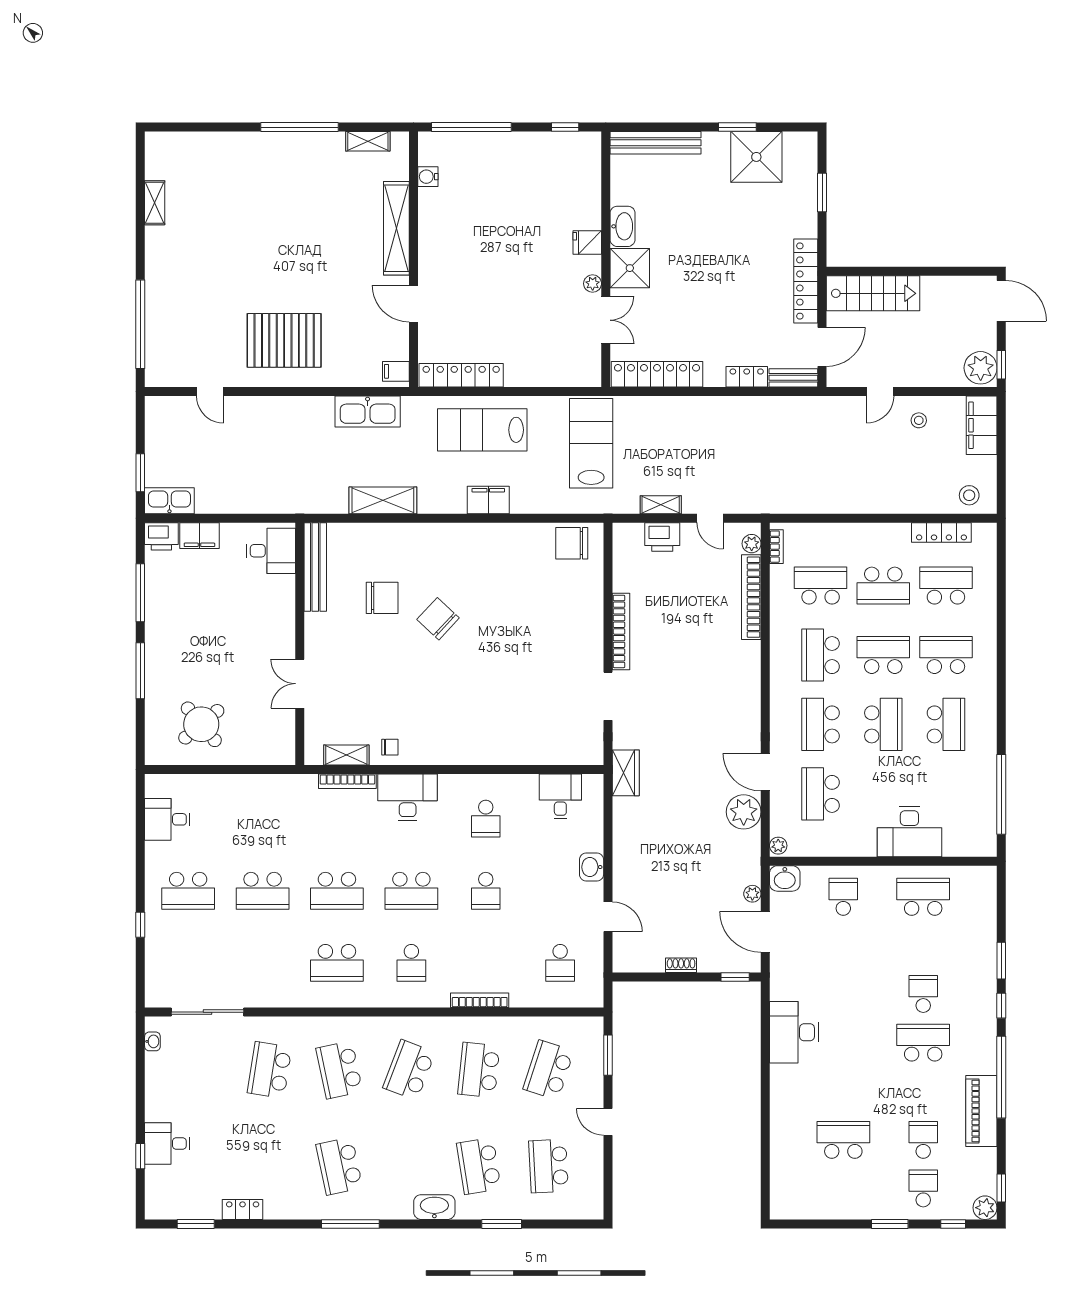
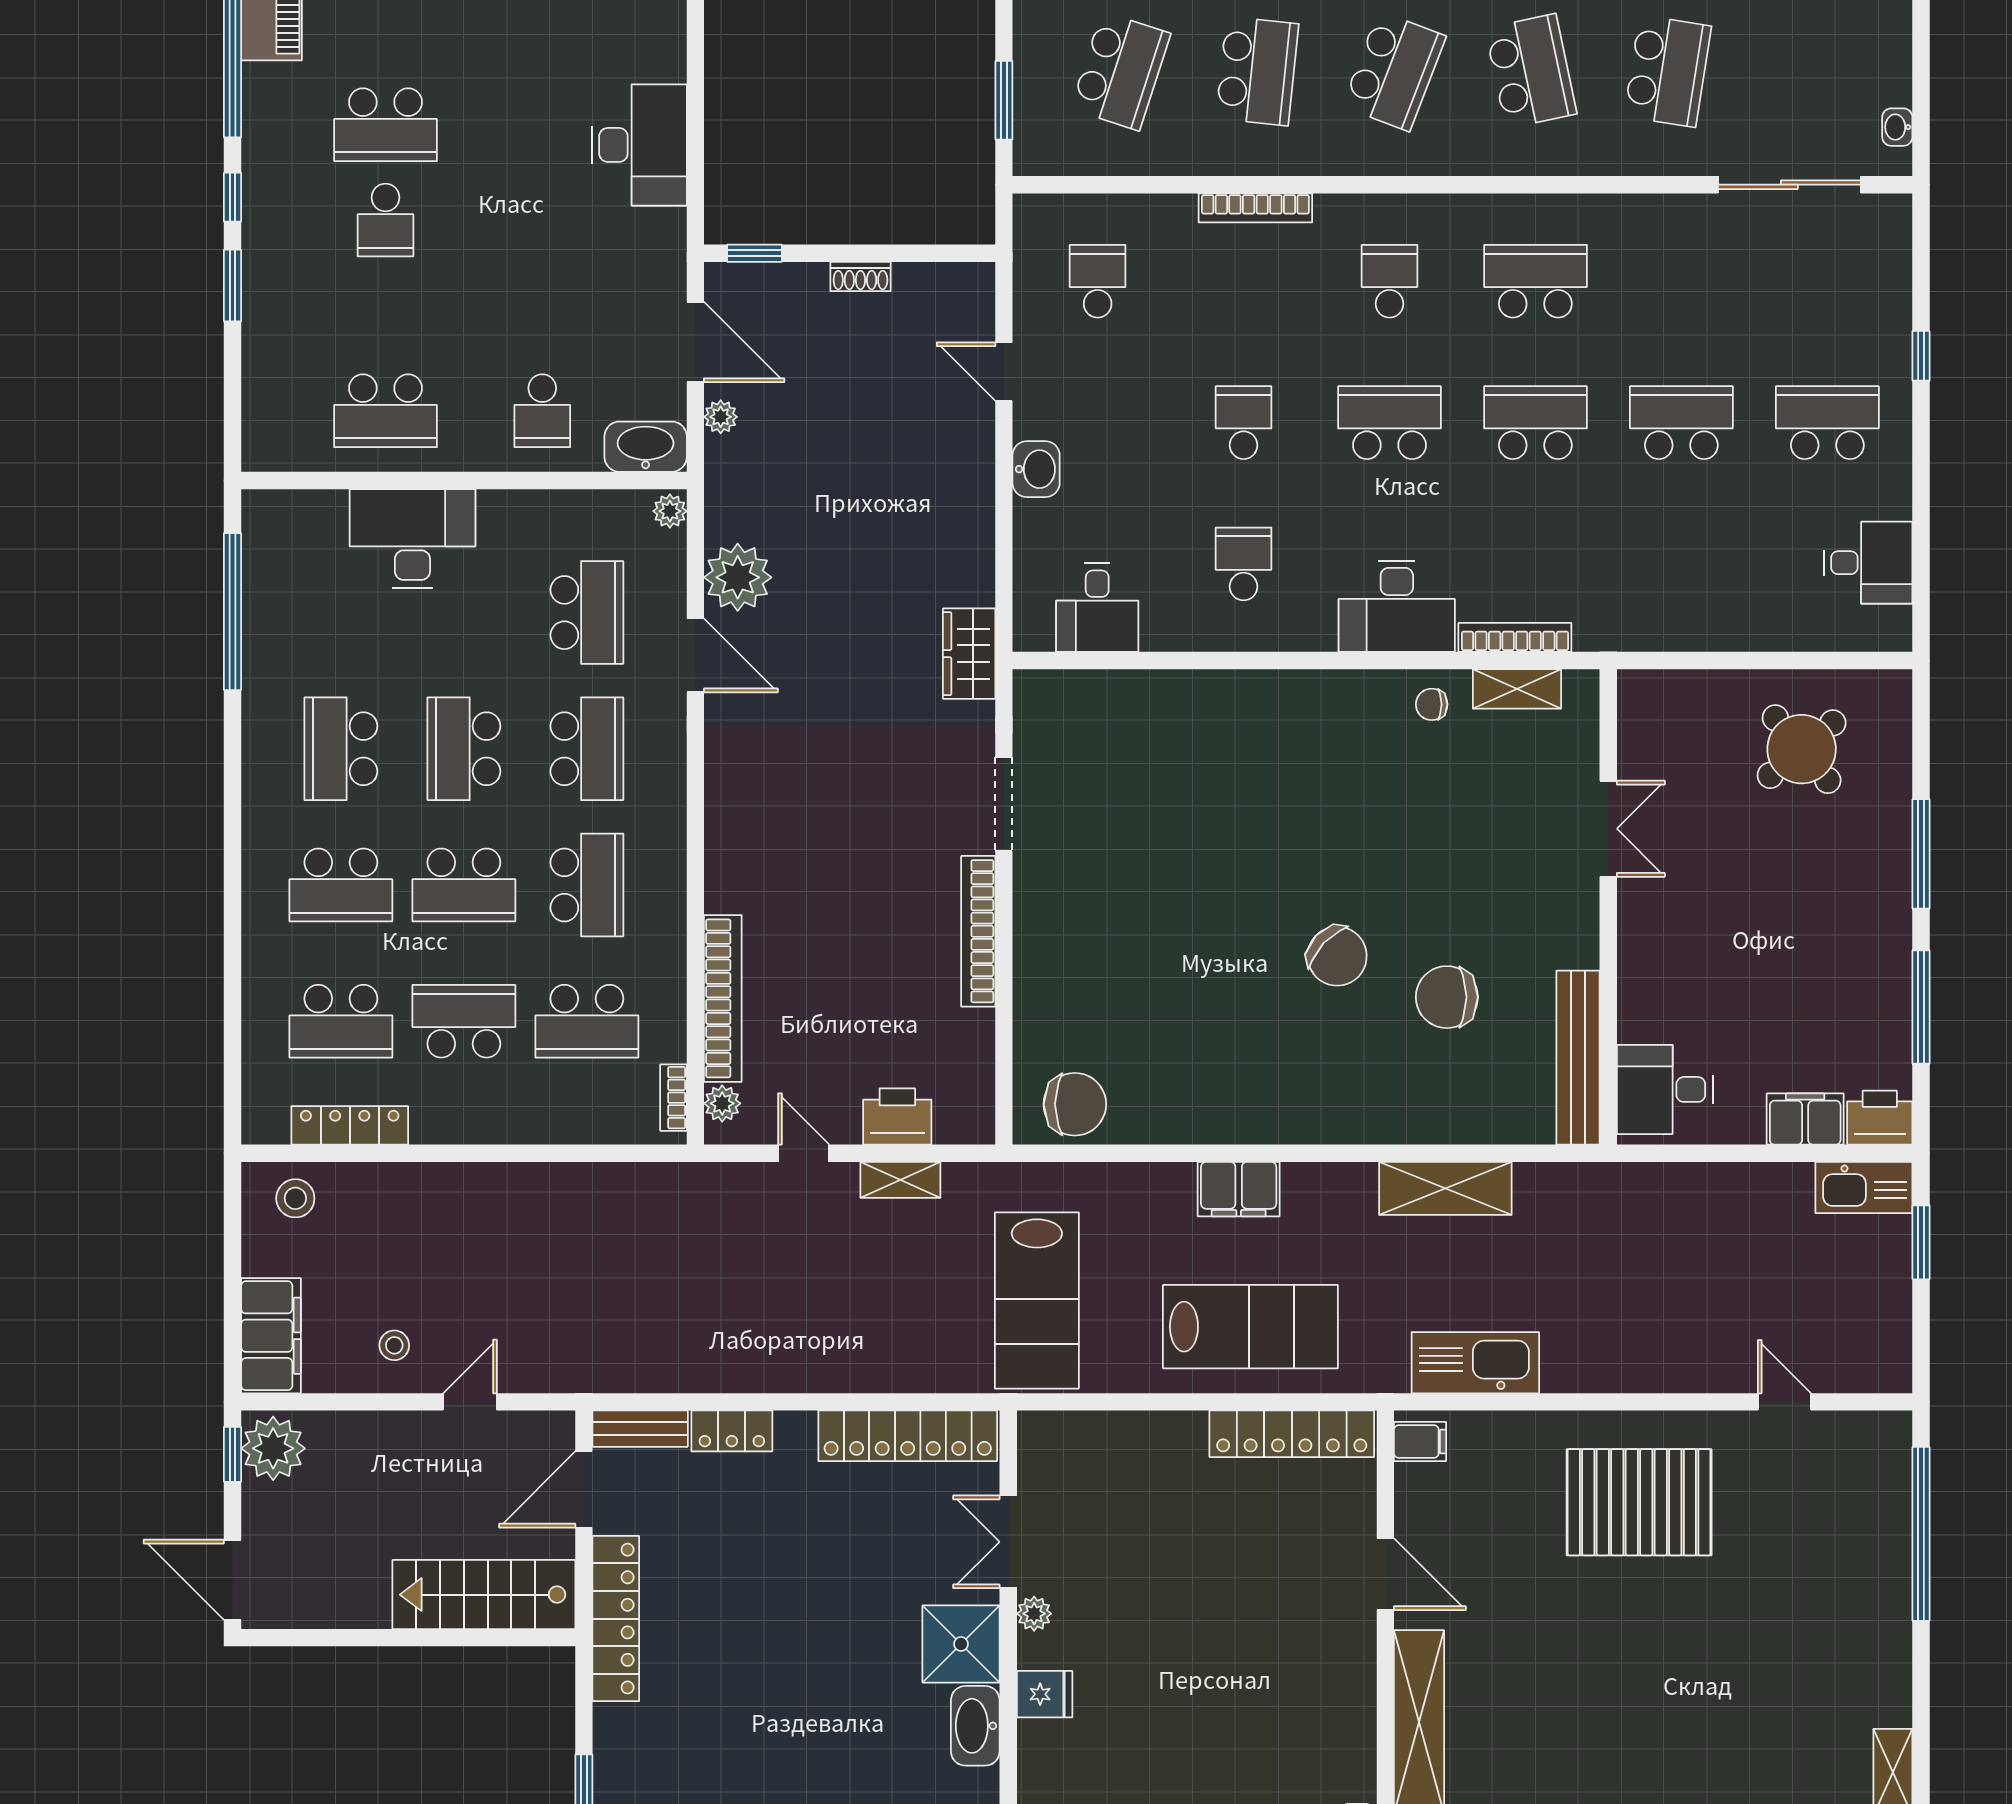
washbasin: (785, 878) -> (646, 447), width x1.38

